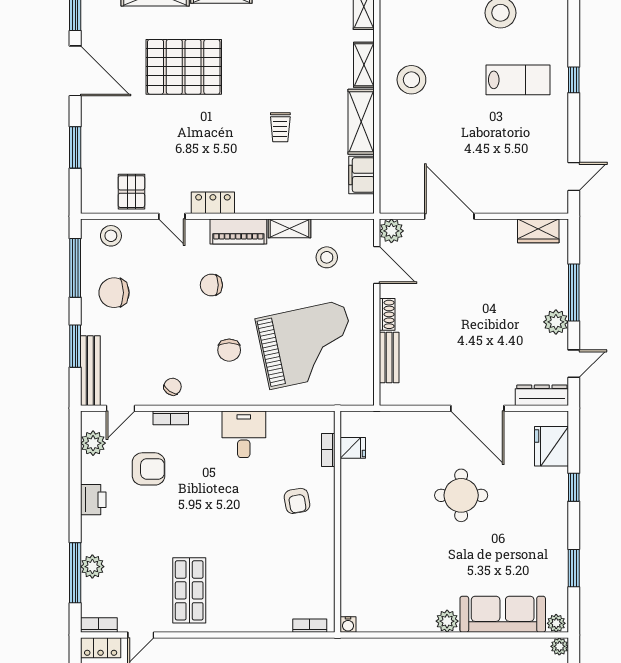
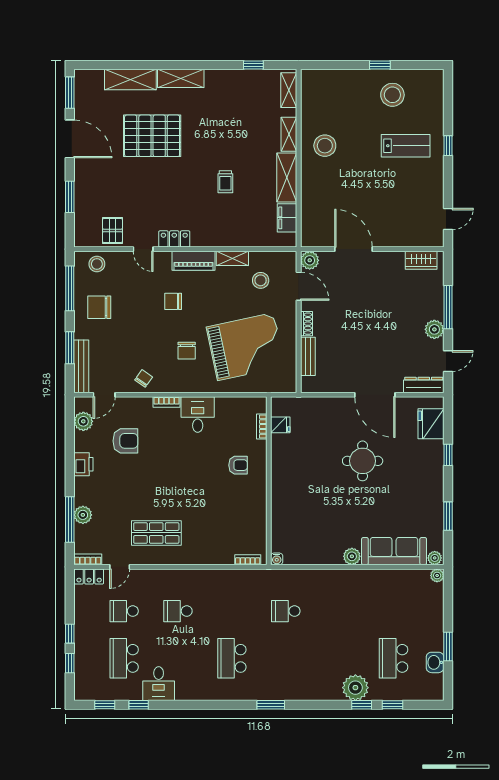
bookcase: (171, 418) -> (166, 402), moved
armchair: (297, 501) -> (238, 465), turned -80
shop shelf: (189, 590) -> (156, 533), turned 90

